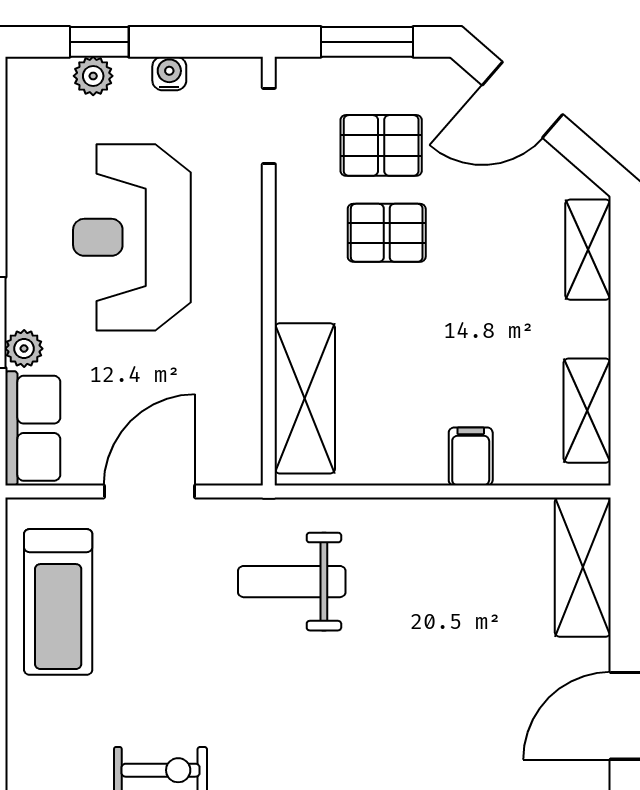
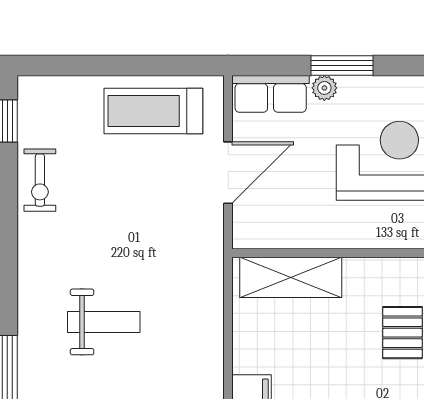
door: (150, 491) -> (228, 173), hinge flipped
weight bench: (292, 582) -> (104, 322), moved, turned 90

